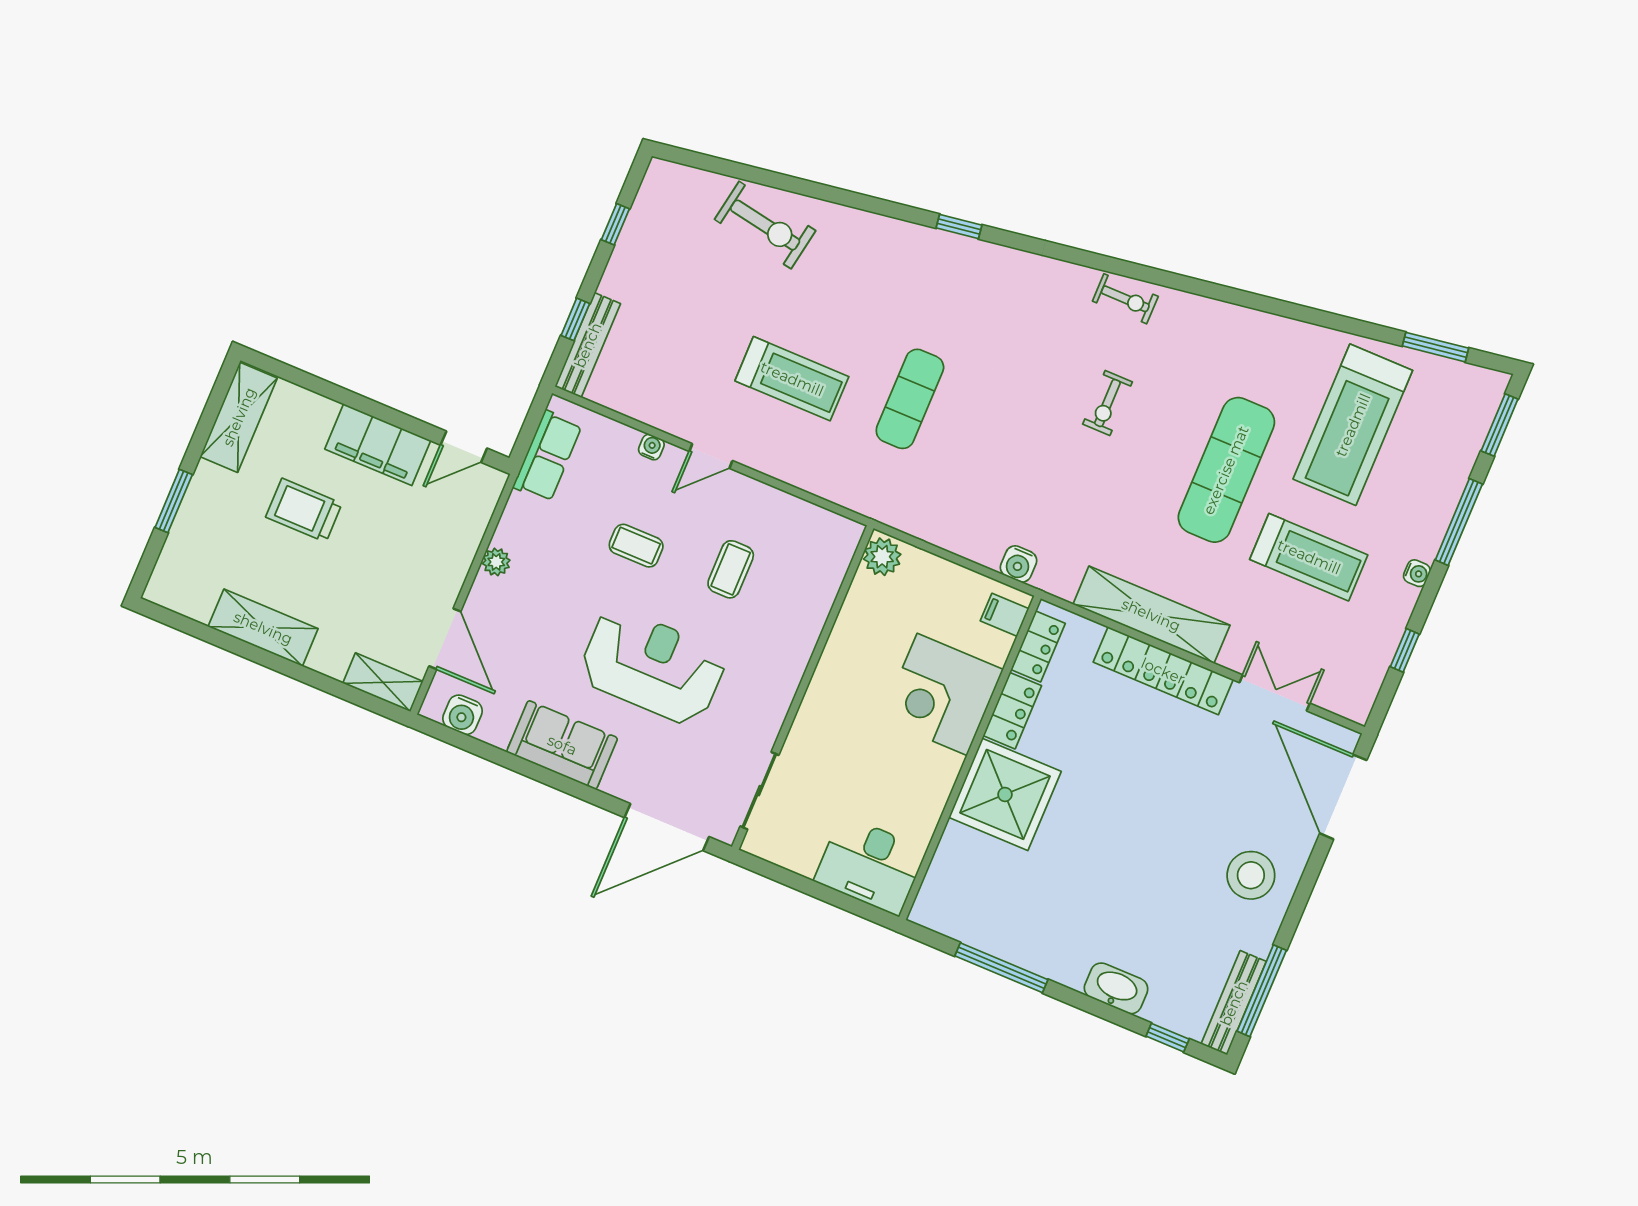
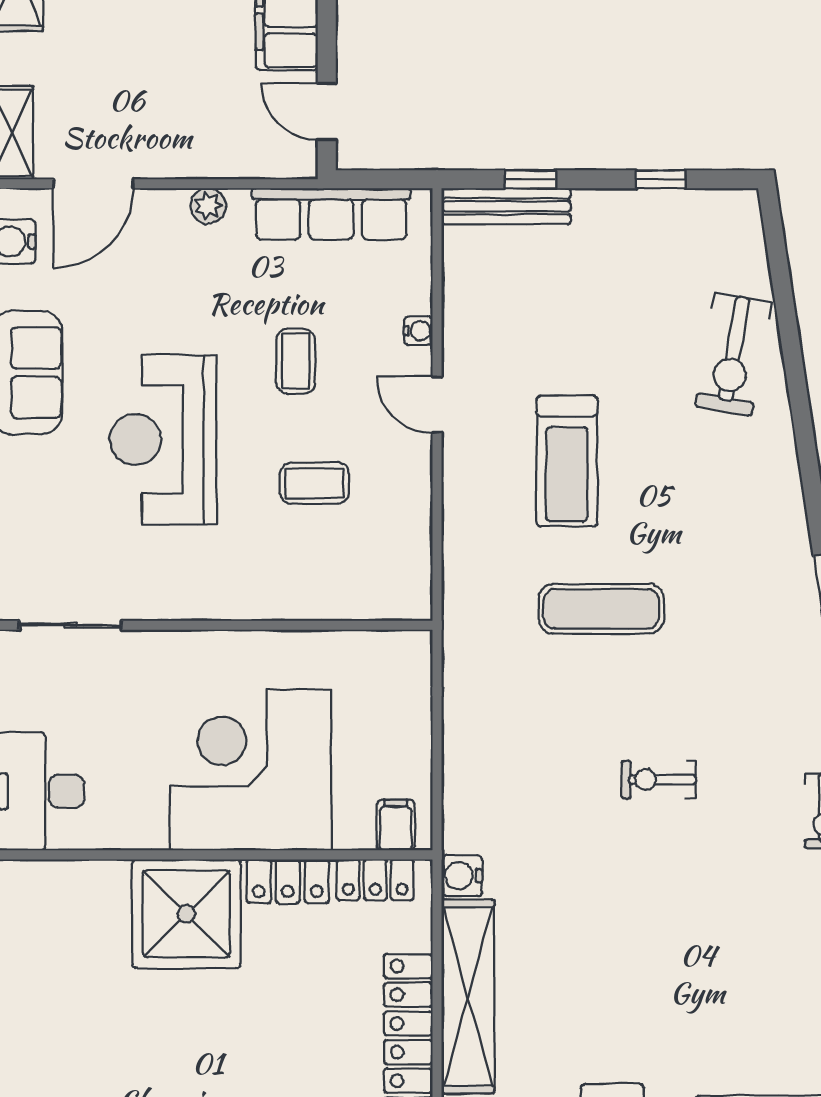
exercise bike: (1107, 403) -> (659, 780), moved
row of seats: (547, 456) -> (331, 214), width x1.48
exercise mat: (1226, 470) -> (674, 1013), removed
plant: (882, 557) -> (404, 654), removed
water cooler: (1018, 564) -> (462, 876), moved
reception desk: (653, 666) -> (163, 439), turned 180
corner desk: (942, 694) -> (251, 770), width x1.36, depth x1.36

